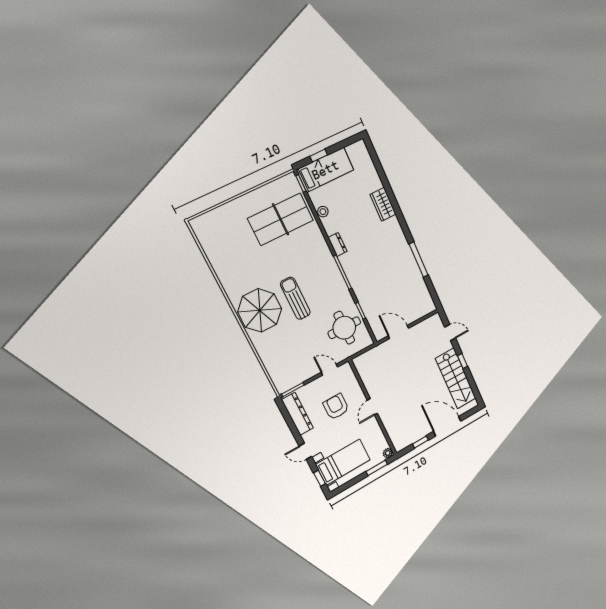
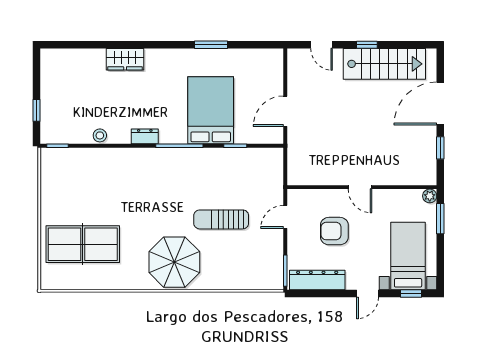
bed: (325, 170) -> (211, 110), moved, width x1.50
table tennis table: (281, 219) -> (83, 244), moved, turned 90
window: (419, 260) -> (211, 45), width x0.69
sun lounger: (295, 298) -> (221, 219), moved
round table: (344, 328) -> (245, 175), removed
door: (450, 333) -> (322, 45), swing flipped

